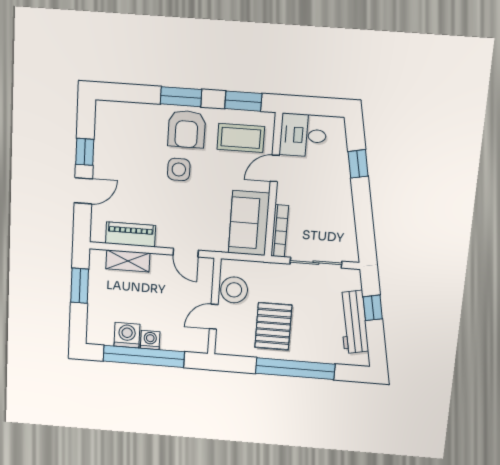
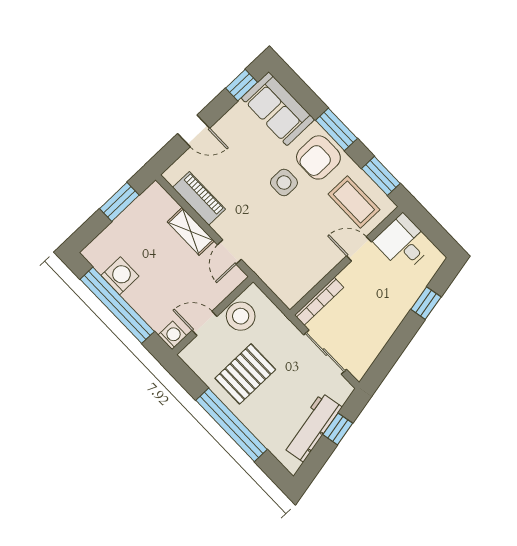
window: (85, 152) -> (241, 85), moved
sofa: (249, 223) -> (278, 109), moved, turned -90
shelving: (128, 261) -> (191, 231), moved
washing machine: (150, 340) -> (172, 335), moved

